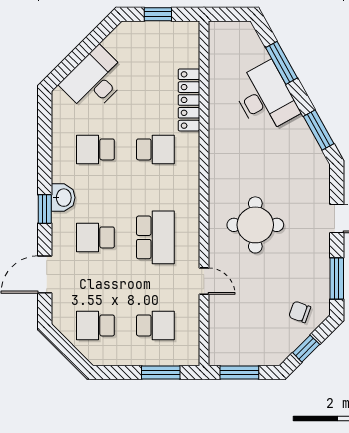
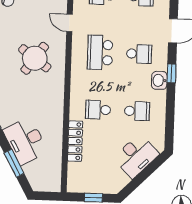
round table: (255, 225) -> (35, 58), turned 36

